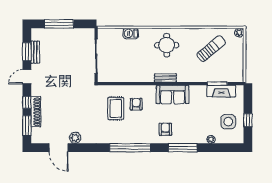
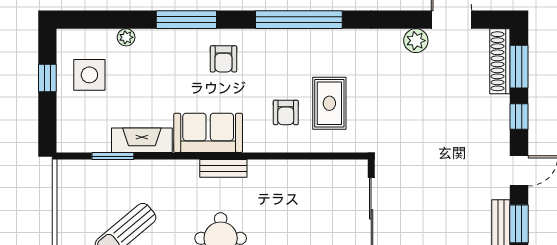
fireplace: (221, 91) -> (142, 140), moved
shoe rack: (36, 112) -> (500, 61), moved

